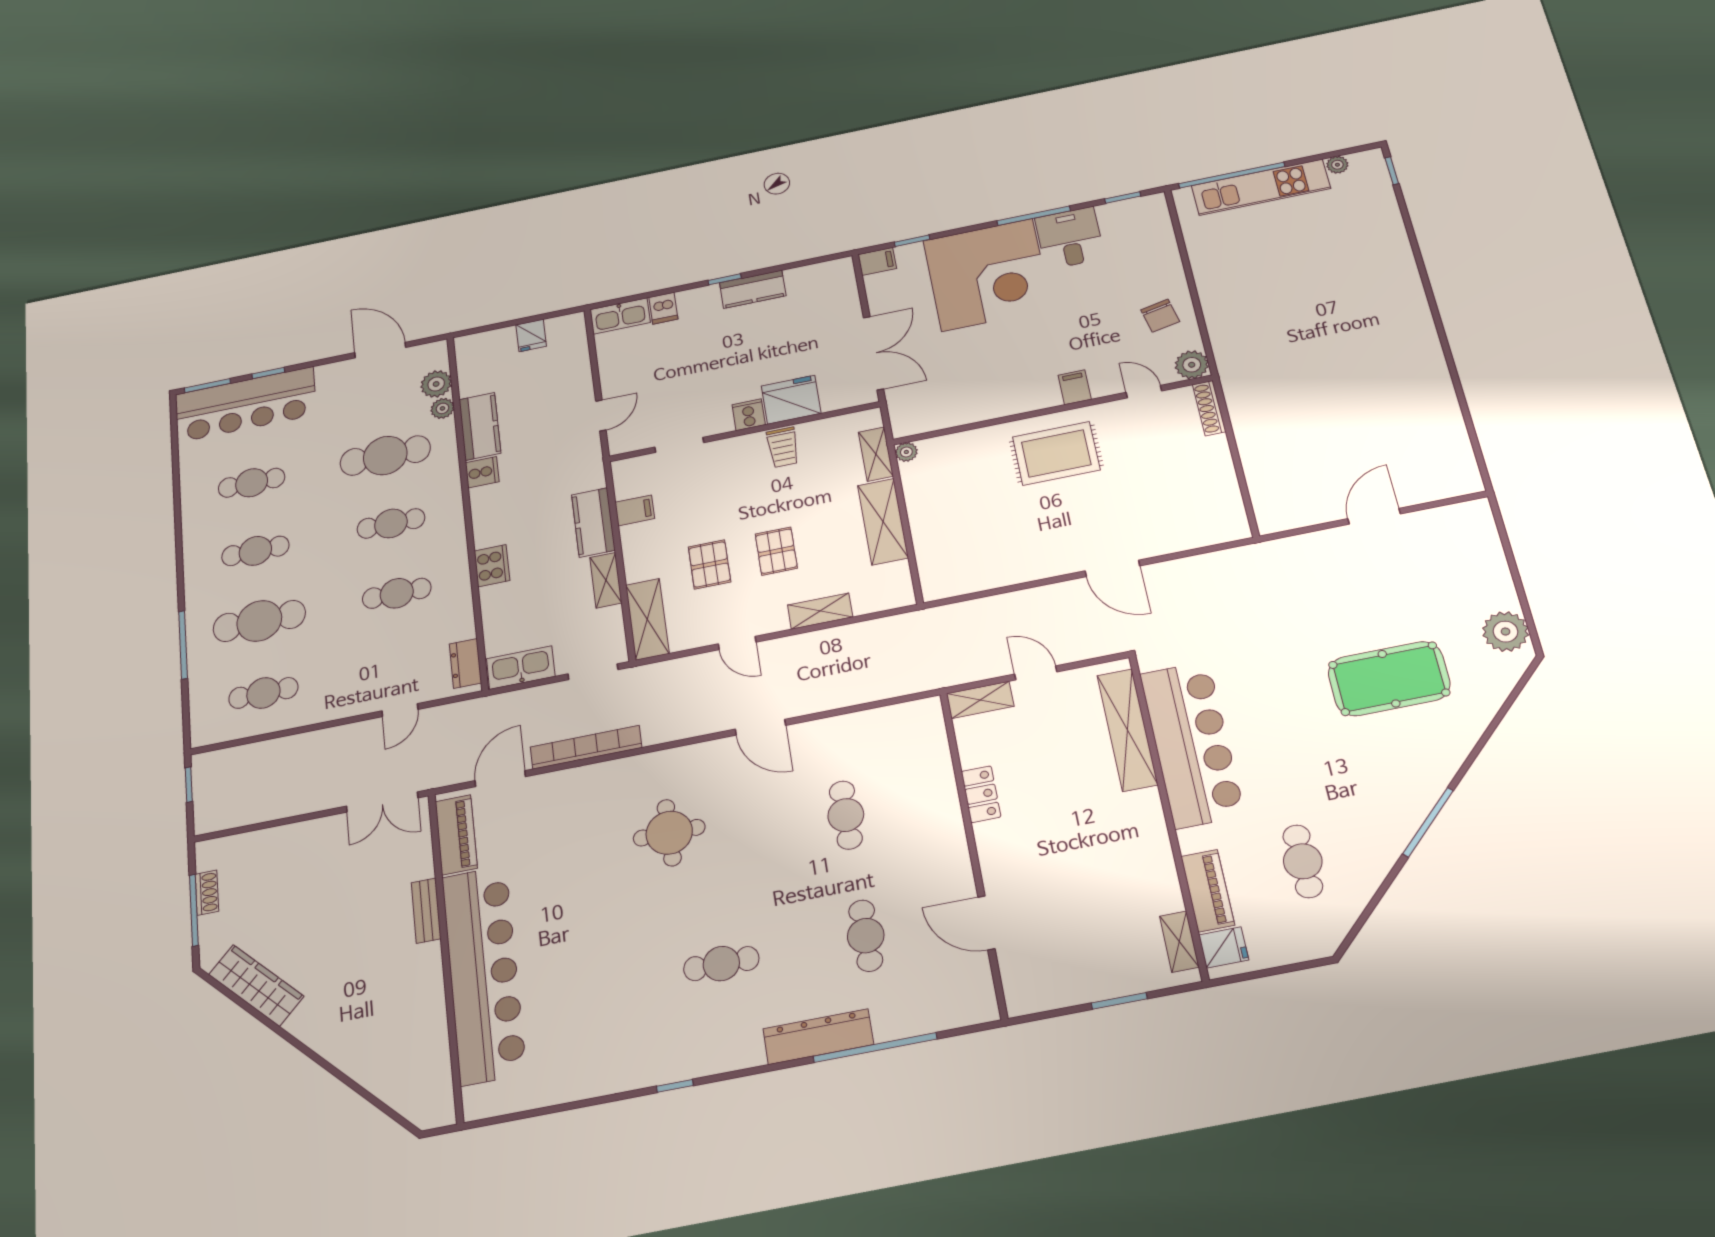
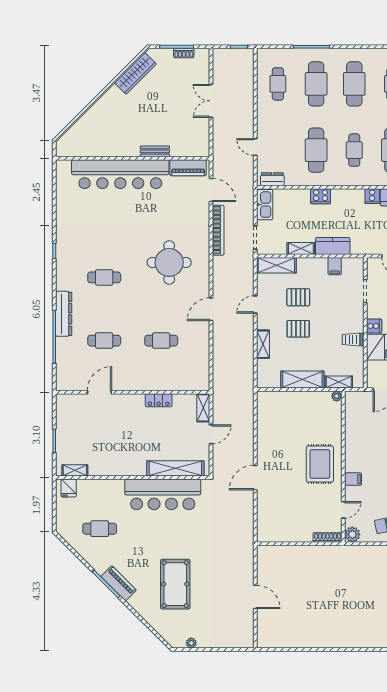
cafe table: (255, 551) -> (354, 84), width x1.37, depth x1.35
cafe table: (397, 593) -> (316, 150), width x1.37, depth x1.35
plant: (1505, 632) -> (191, 643), width x0.53, depth x0.53
double door: (382, 802) -> (211, 101), moved
round table: (669, 833) -> (169, 262), width x1.36, depth x1.36
piano: (1208, 891) -> (119, 583), moved, turned -135
cafe table: (721, 964) -> (104, 277), turned 90

